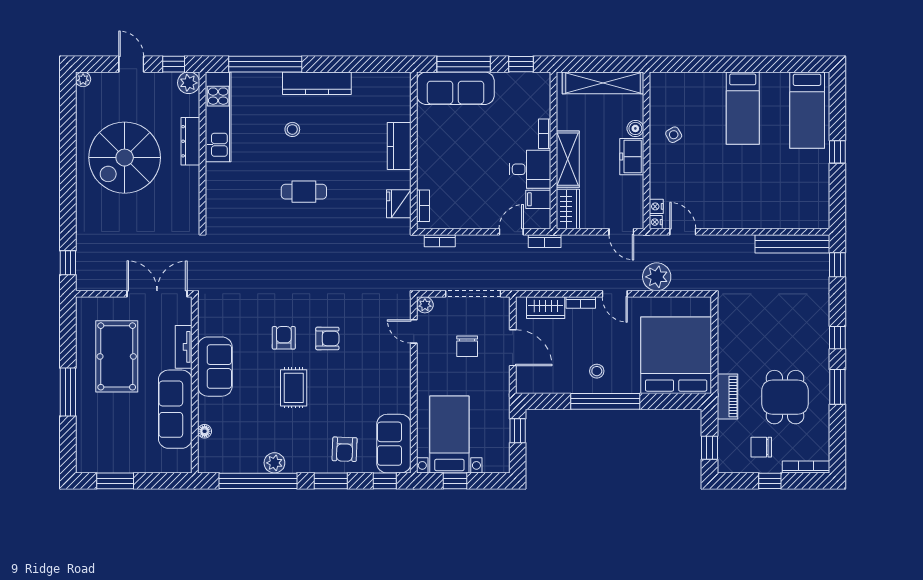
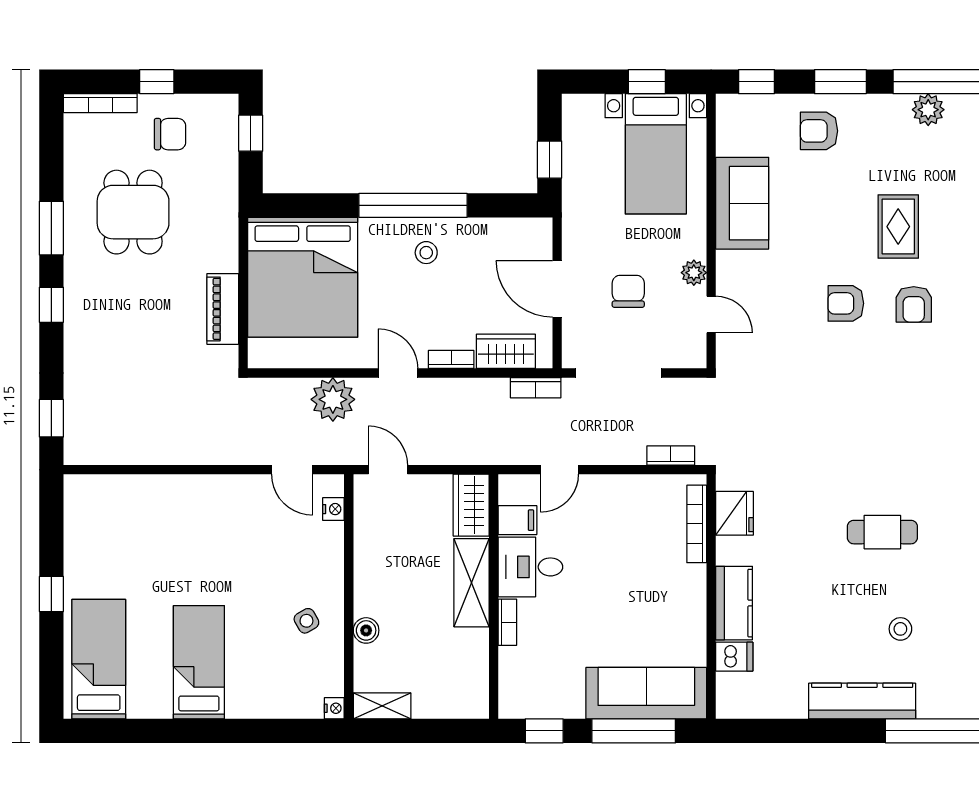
shelving: (603, 83) -> (382, 706), width x0.45, depth x0.75
dishwasher: (399, 112) -> (734, 657), added
freezer: (632, 157) -> (372, 587), removed
bookcase: (423, 206) -> (697, 524), width x1.56
nightstand: (656, 222) -> (334, 708), moved
bookcase: (545, 241) -> (536, 388), moved, turned 180
bench: (792, 244) -> (121, 451), removed
plant: (425, 305) -> (694, 273), moved
piano: (727, 397) -> (223, 309), moved
sofa: (394, 444) -> (742, 203), moved
armchair: (345, 449) -> (819, 131), turned -92

